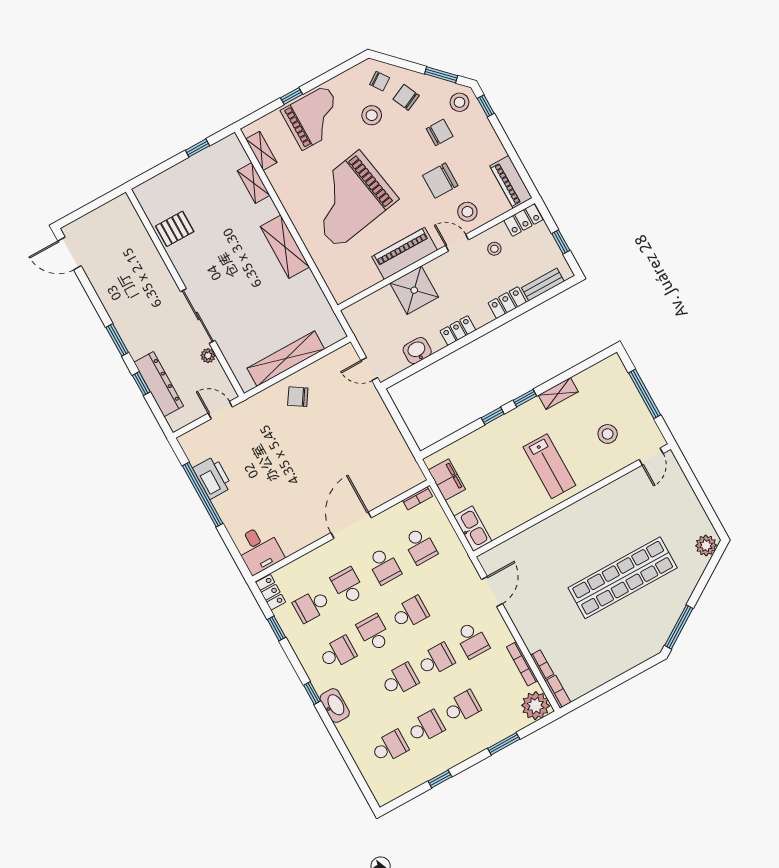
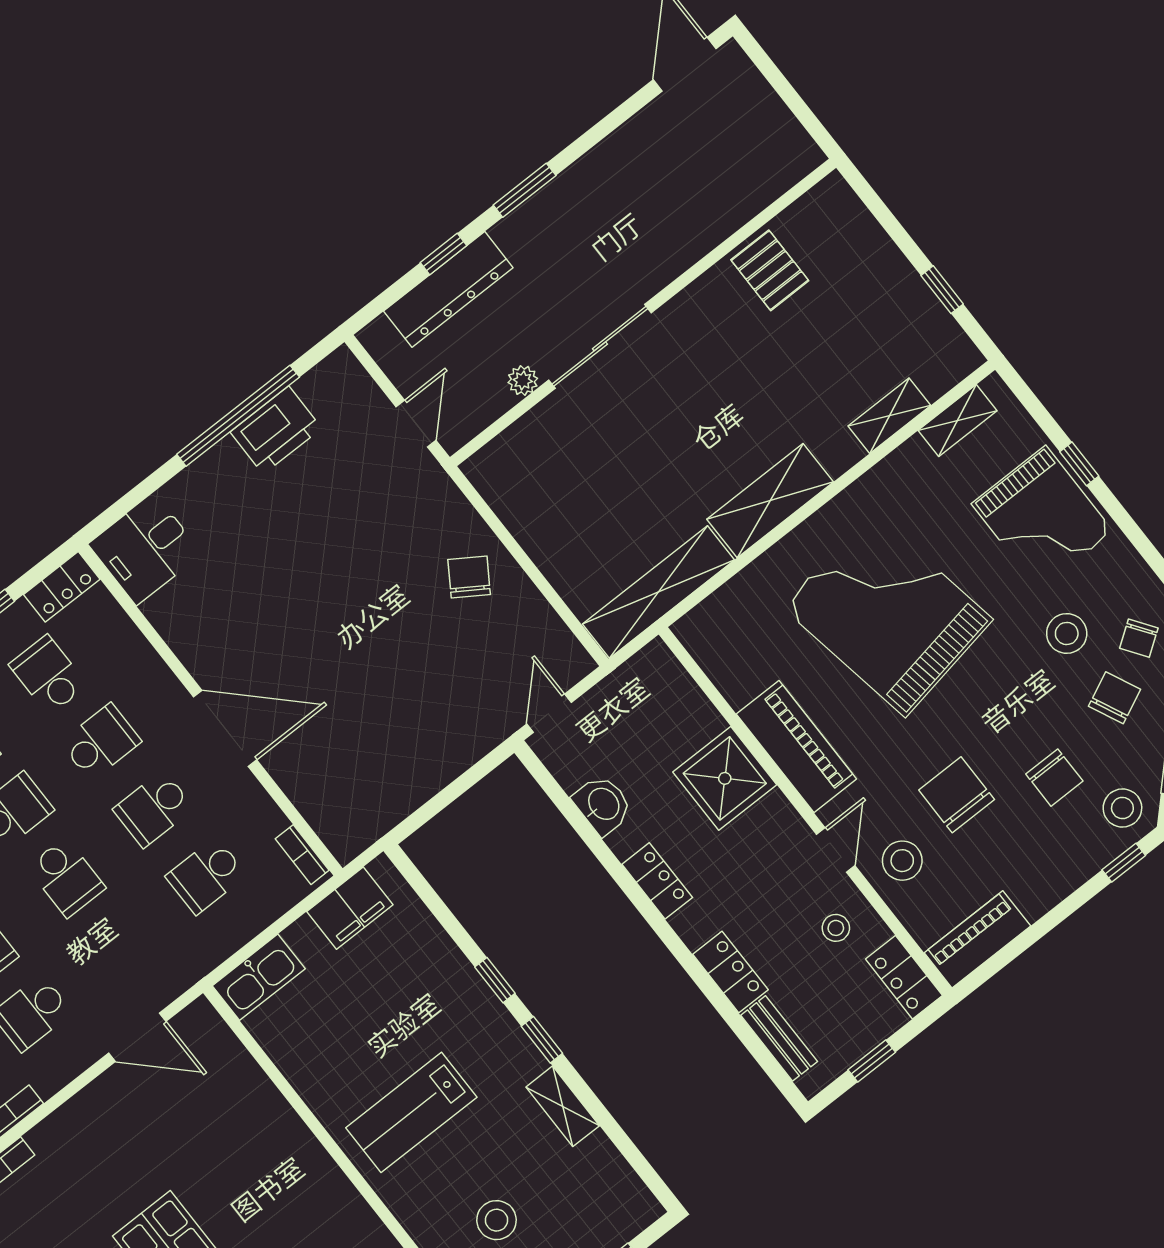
shelving: (286, 359) -> (658, 592), moved, turned 90

